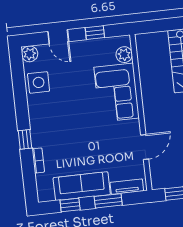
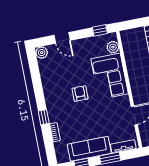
window: (95, 33) -> (100, 30), moved
side table: (39, 82) -> (50, 73), removed
armchair: (76, 112) -> (80, 94), added

